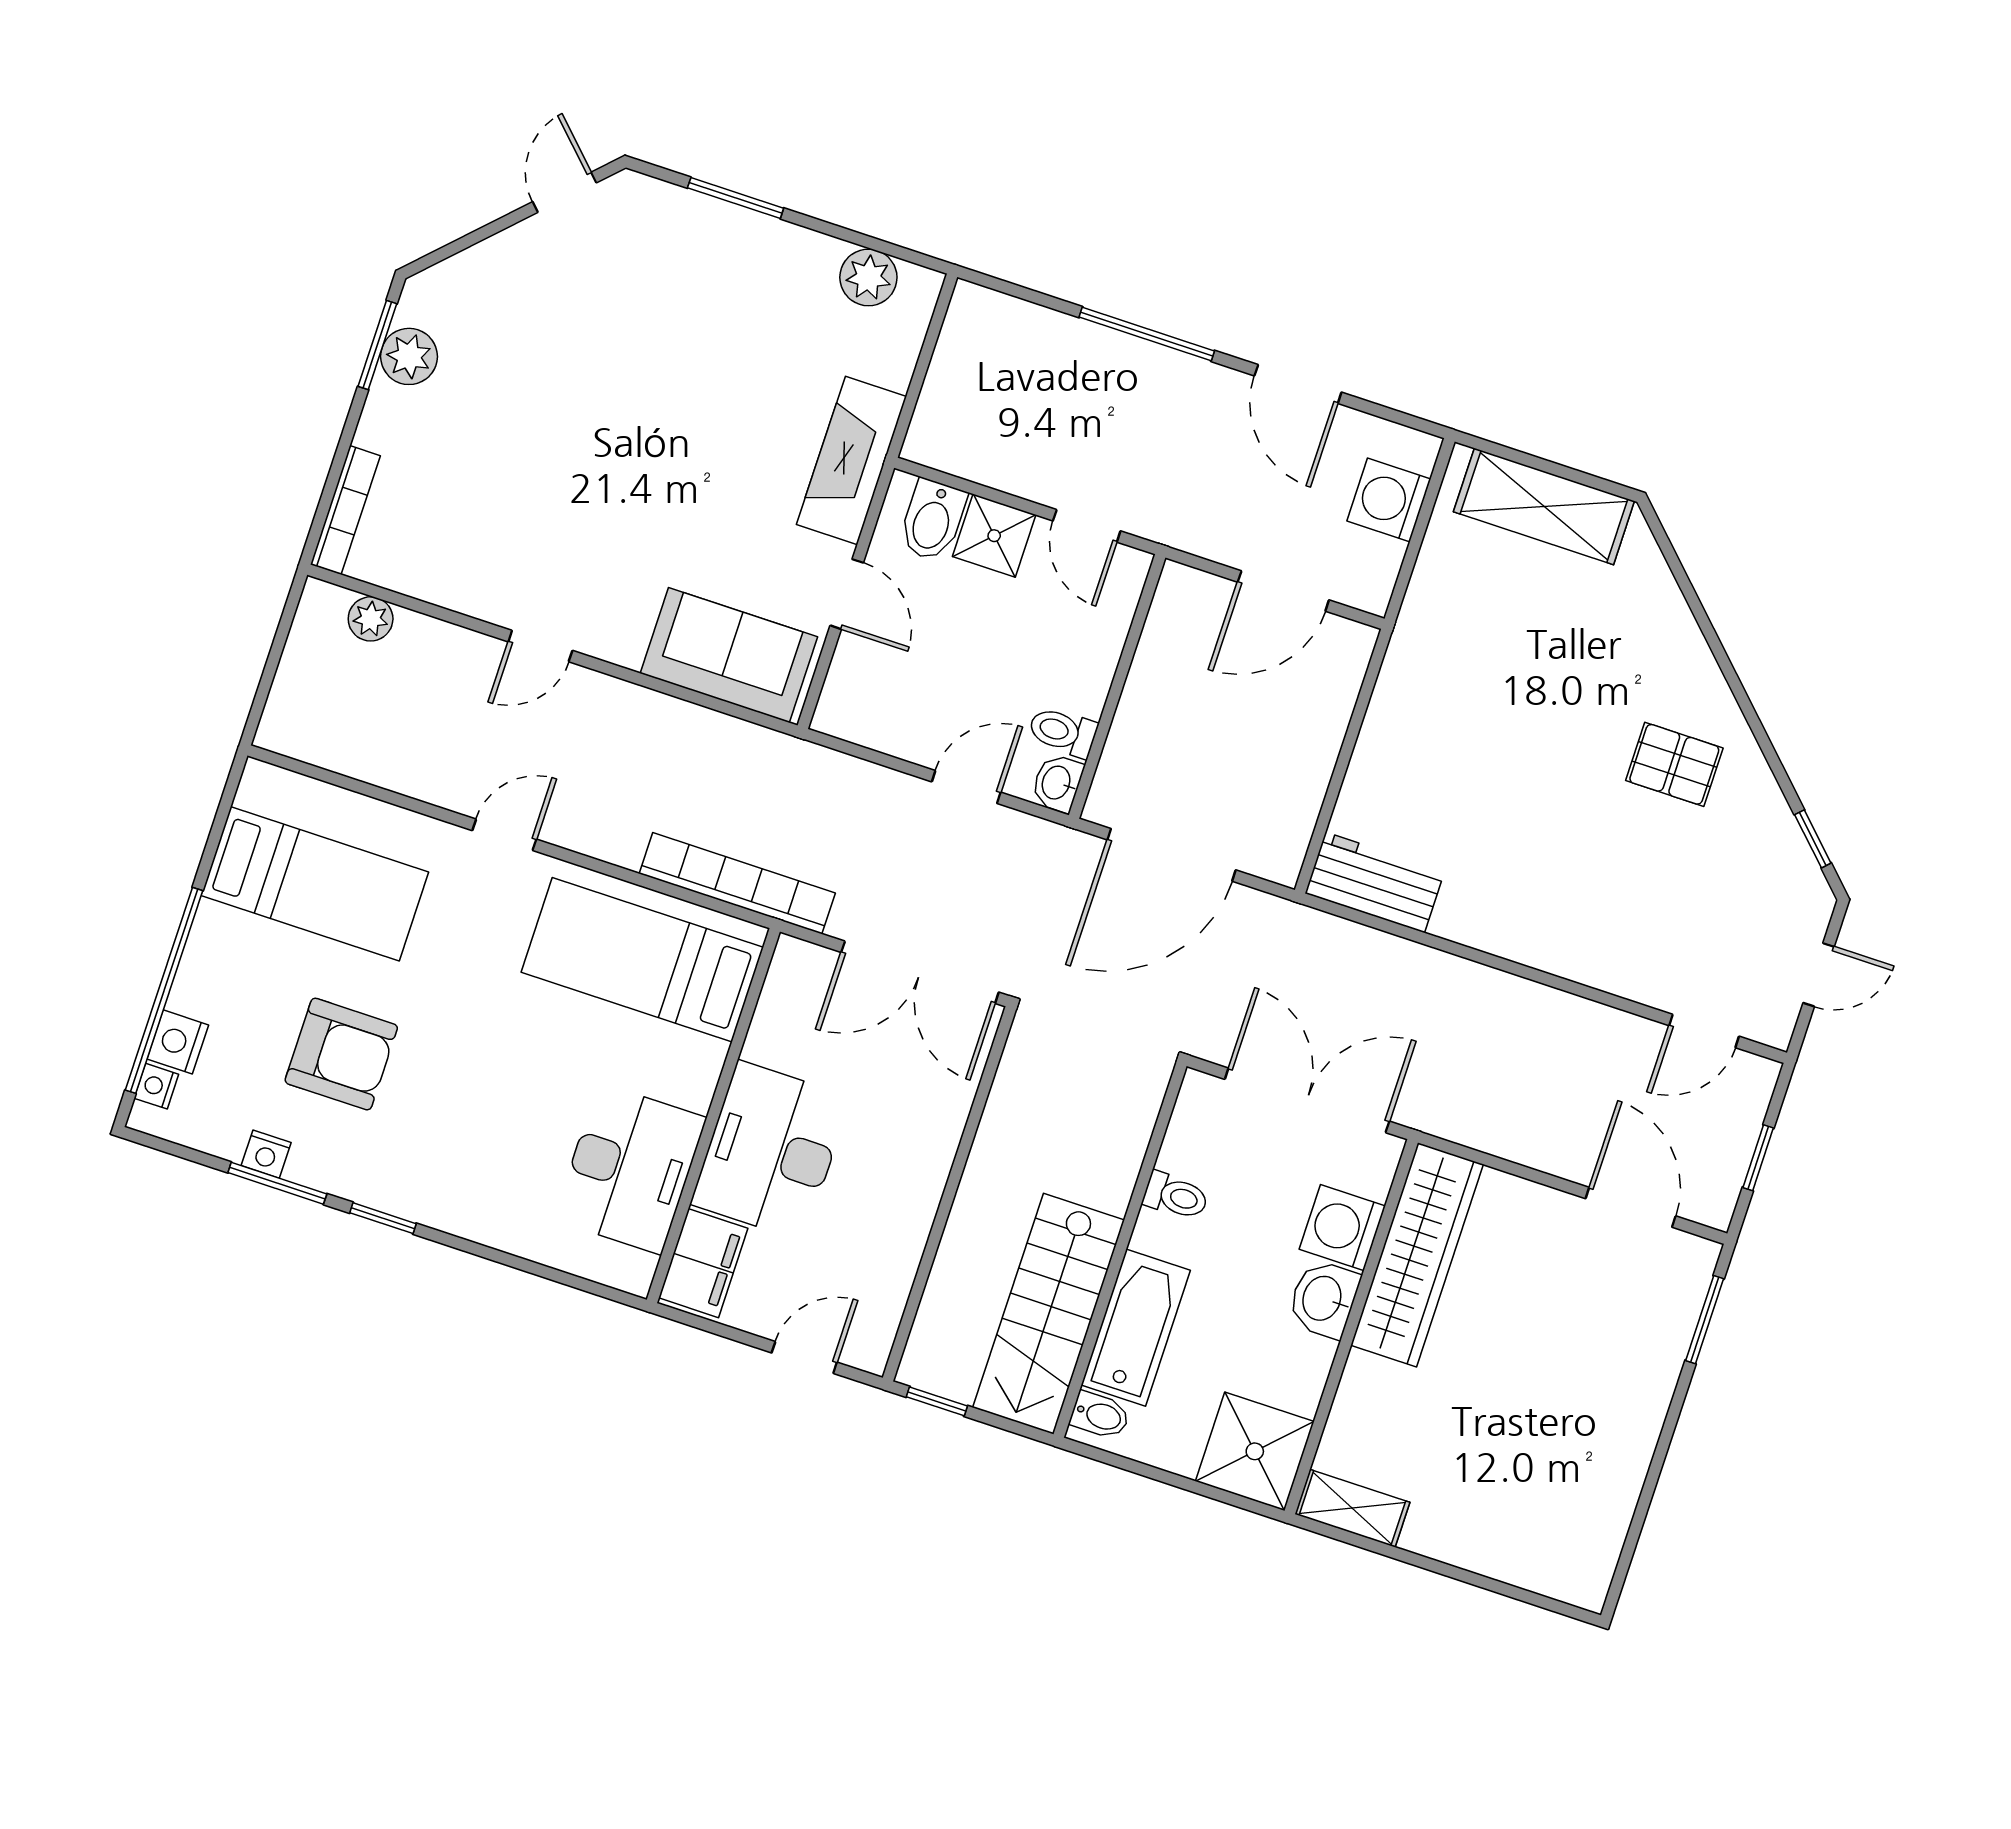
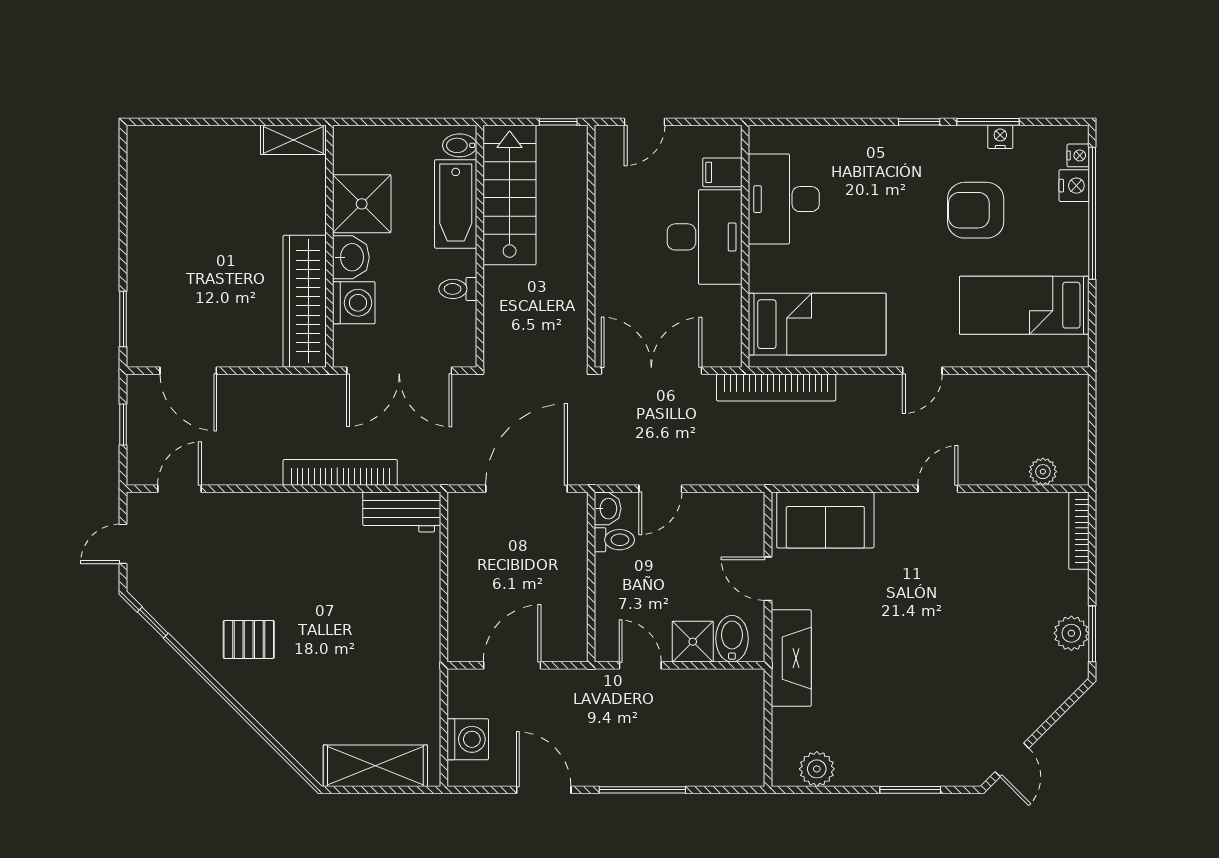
bookcase: (1449, 974) -> (340, 472), added
filing cabinet: (703, 1263) -> (722, 172), width x0.50
shower: (1255, 1451) -> (362, 204), moved

